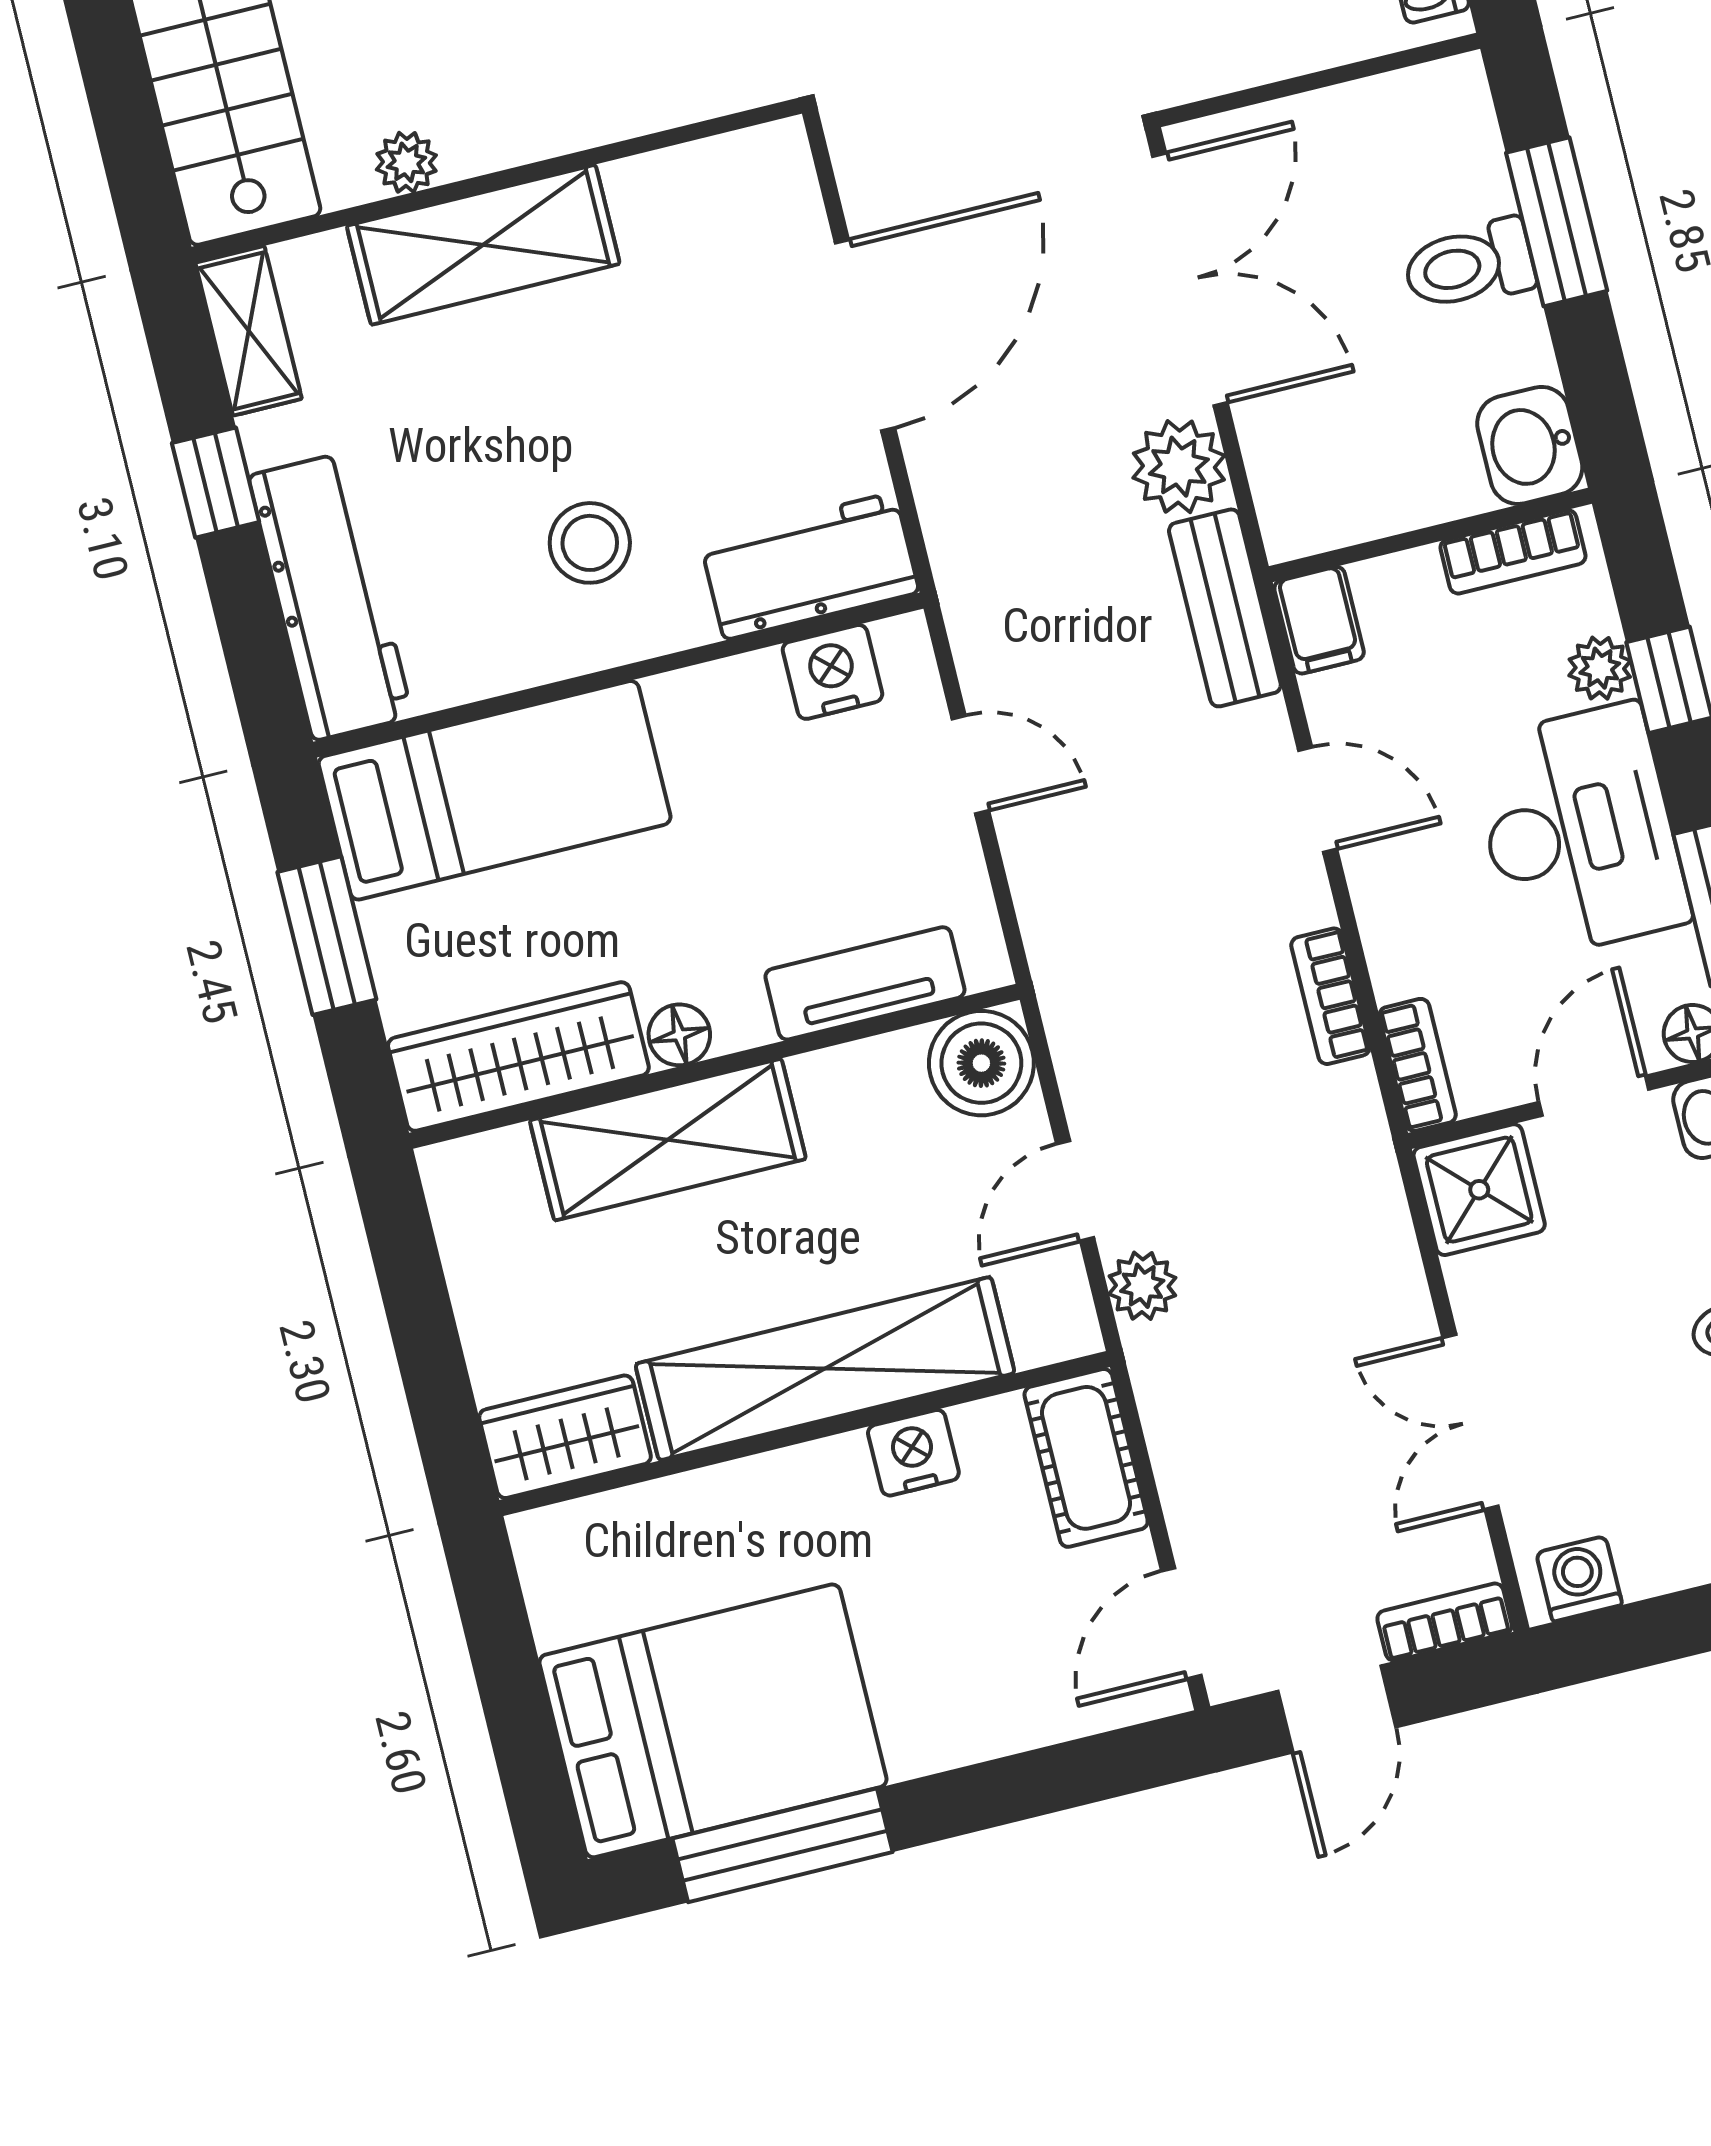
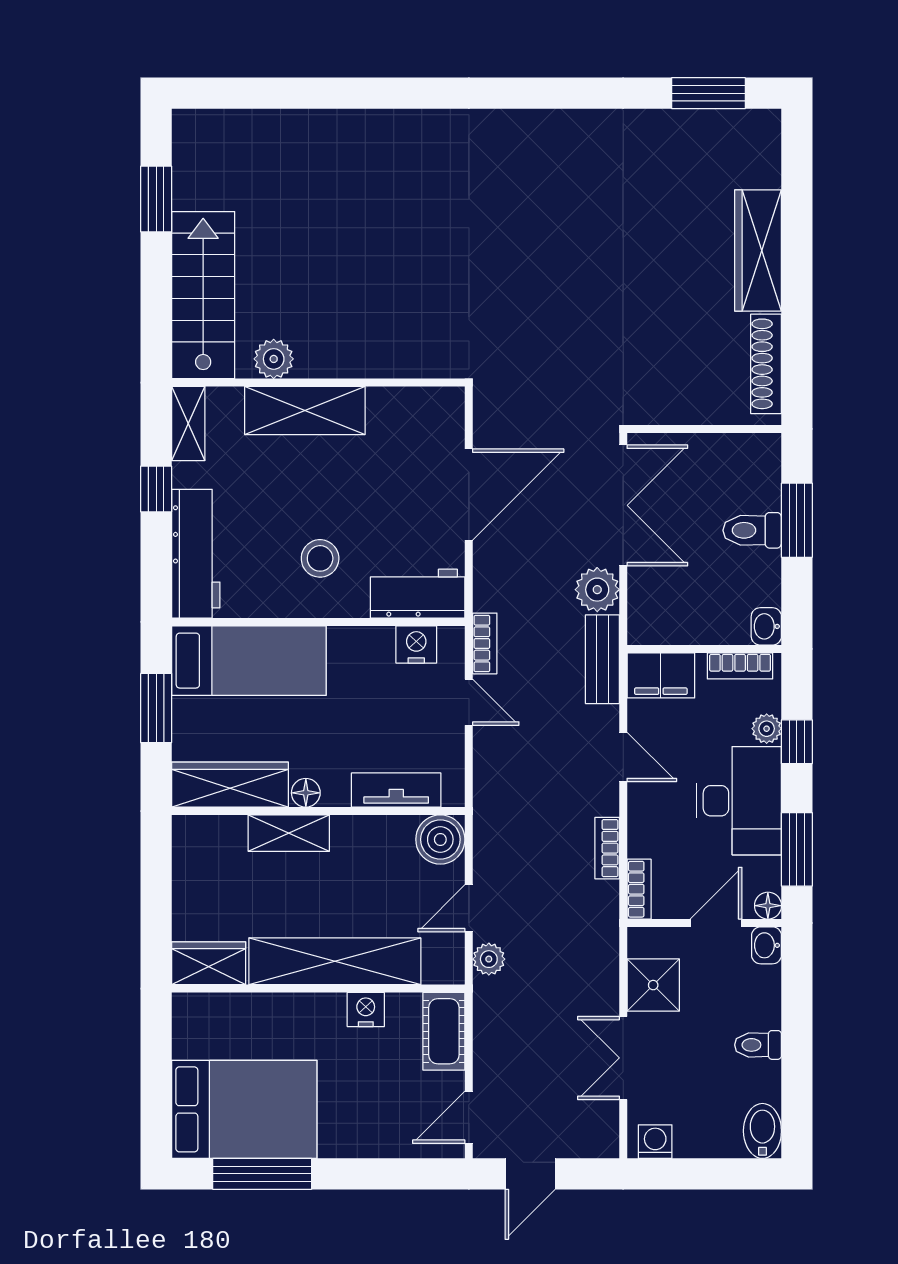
plant: (406, 162) -> (274, 359), width x1.38, depth x1.38
washbasin: (1530, 445) -> (766, 626), width x0.72, depth x0.69
filing cabinet: (1319, 620) -> (661, 675), width x2.00
shelving: (668, 1140) -> (289, 833), width x0.67, depth x0.75
shower: (1479, 1190) -> (653, 985), moved
bookcase: (1445, 1622) -> (485, 643), moved, turned 90

